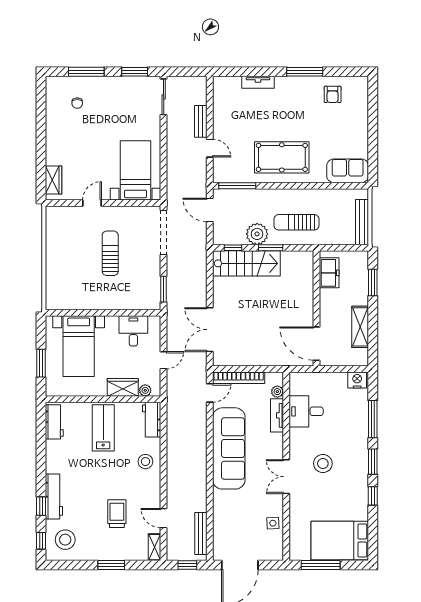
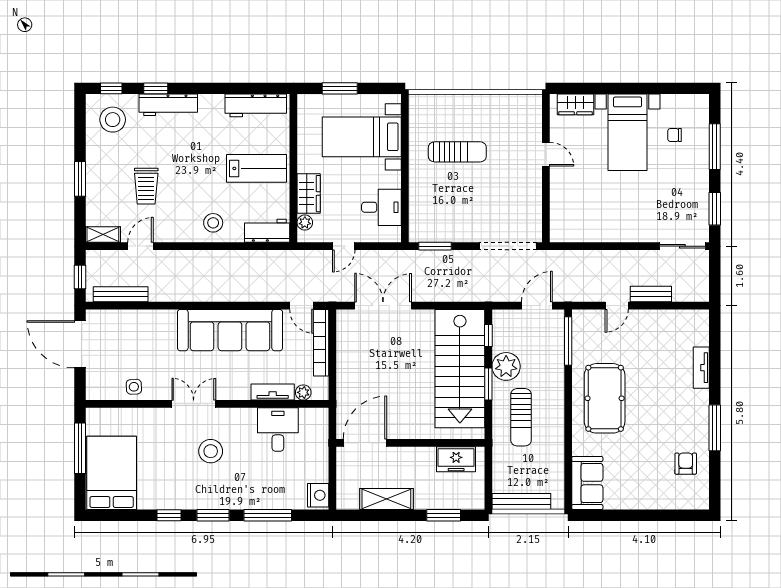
armchair: (333, 94) -> (686, 464), turned 90
bed with nightstands: (136, 170) -> (628, 132), moved, turned 90
sun lounger: (297, 222) -> (521, 417), turned 180
sun lounger: (110, 253) -> (457, 152), moved
stairs: (246, 263) -> (460, 369), width x1.36, depth x1.51
door: (164, 360) -> (344, 246), hinge flipped
workbench: (54, 422) -> (256, 105), width x1.38
trolley: (117, 514) -> (146, 186), turned 90

